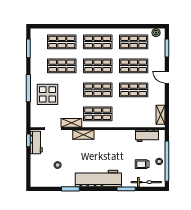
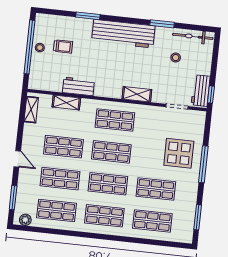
shelving: (71, 123) -> (66, 102), moved
workbench: (147, 136) -> (78, 86), moved
bicycle: (146, 182) -> (193, 36), moved

